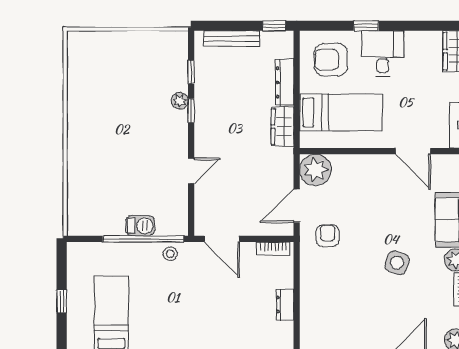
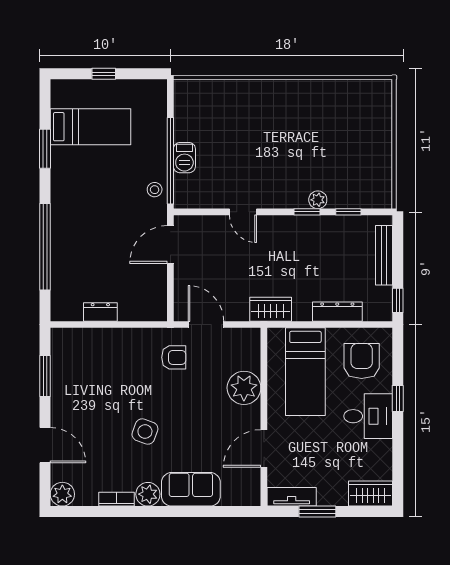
wardrobe: (282, 127) -> (271, 309), moved
plant: (315, 170) -> (244, 388), moved
bookcase: (273, 249) -> (160, 299), removed

